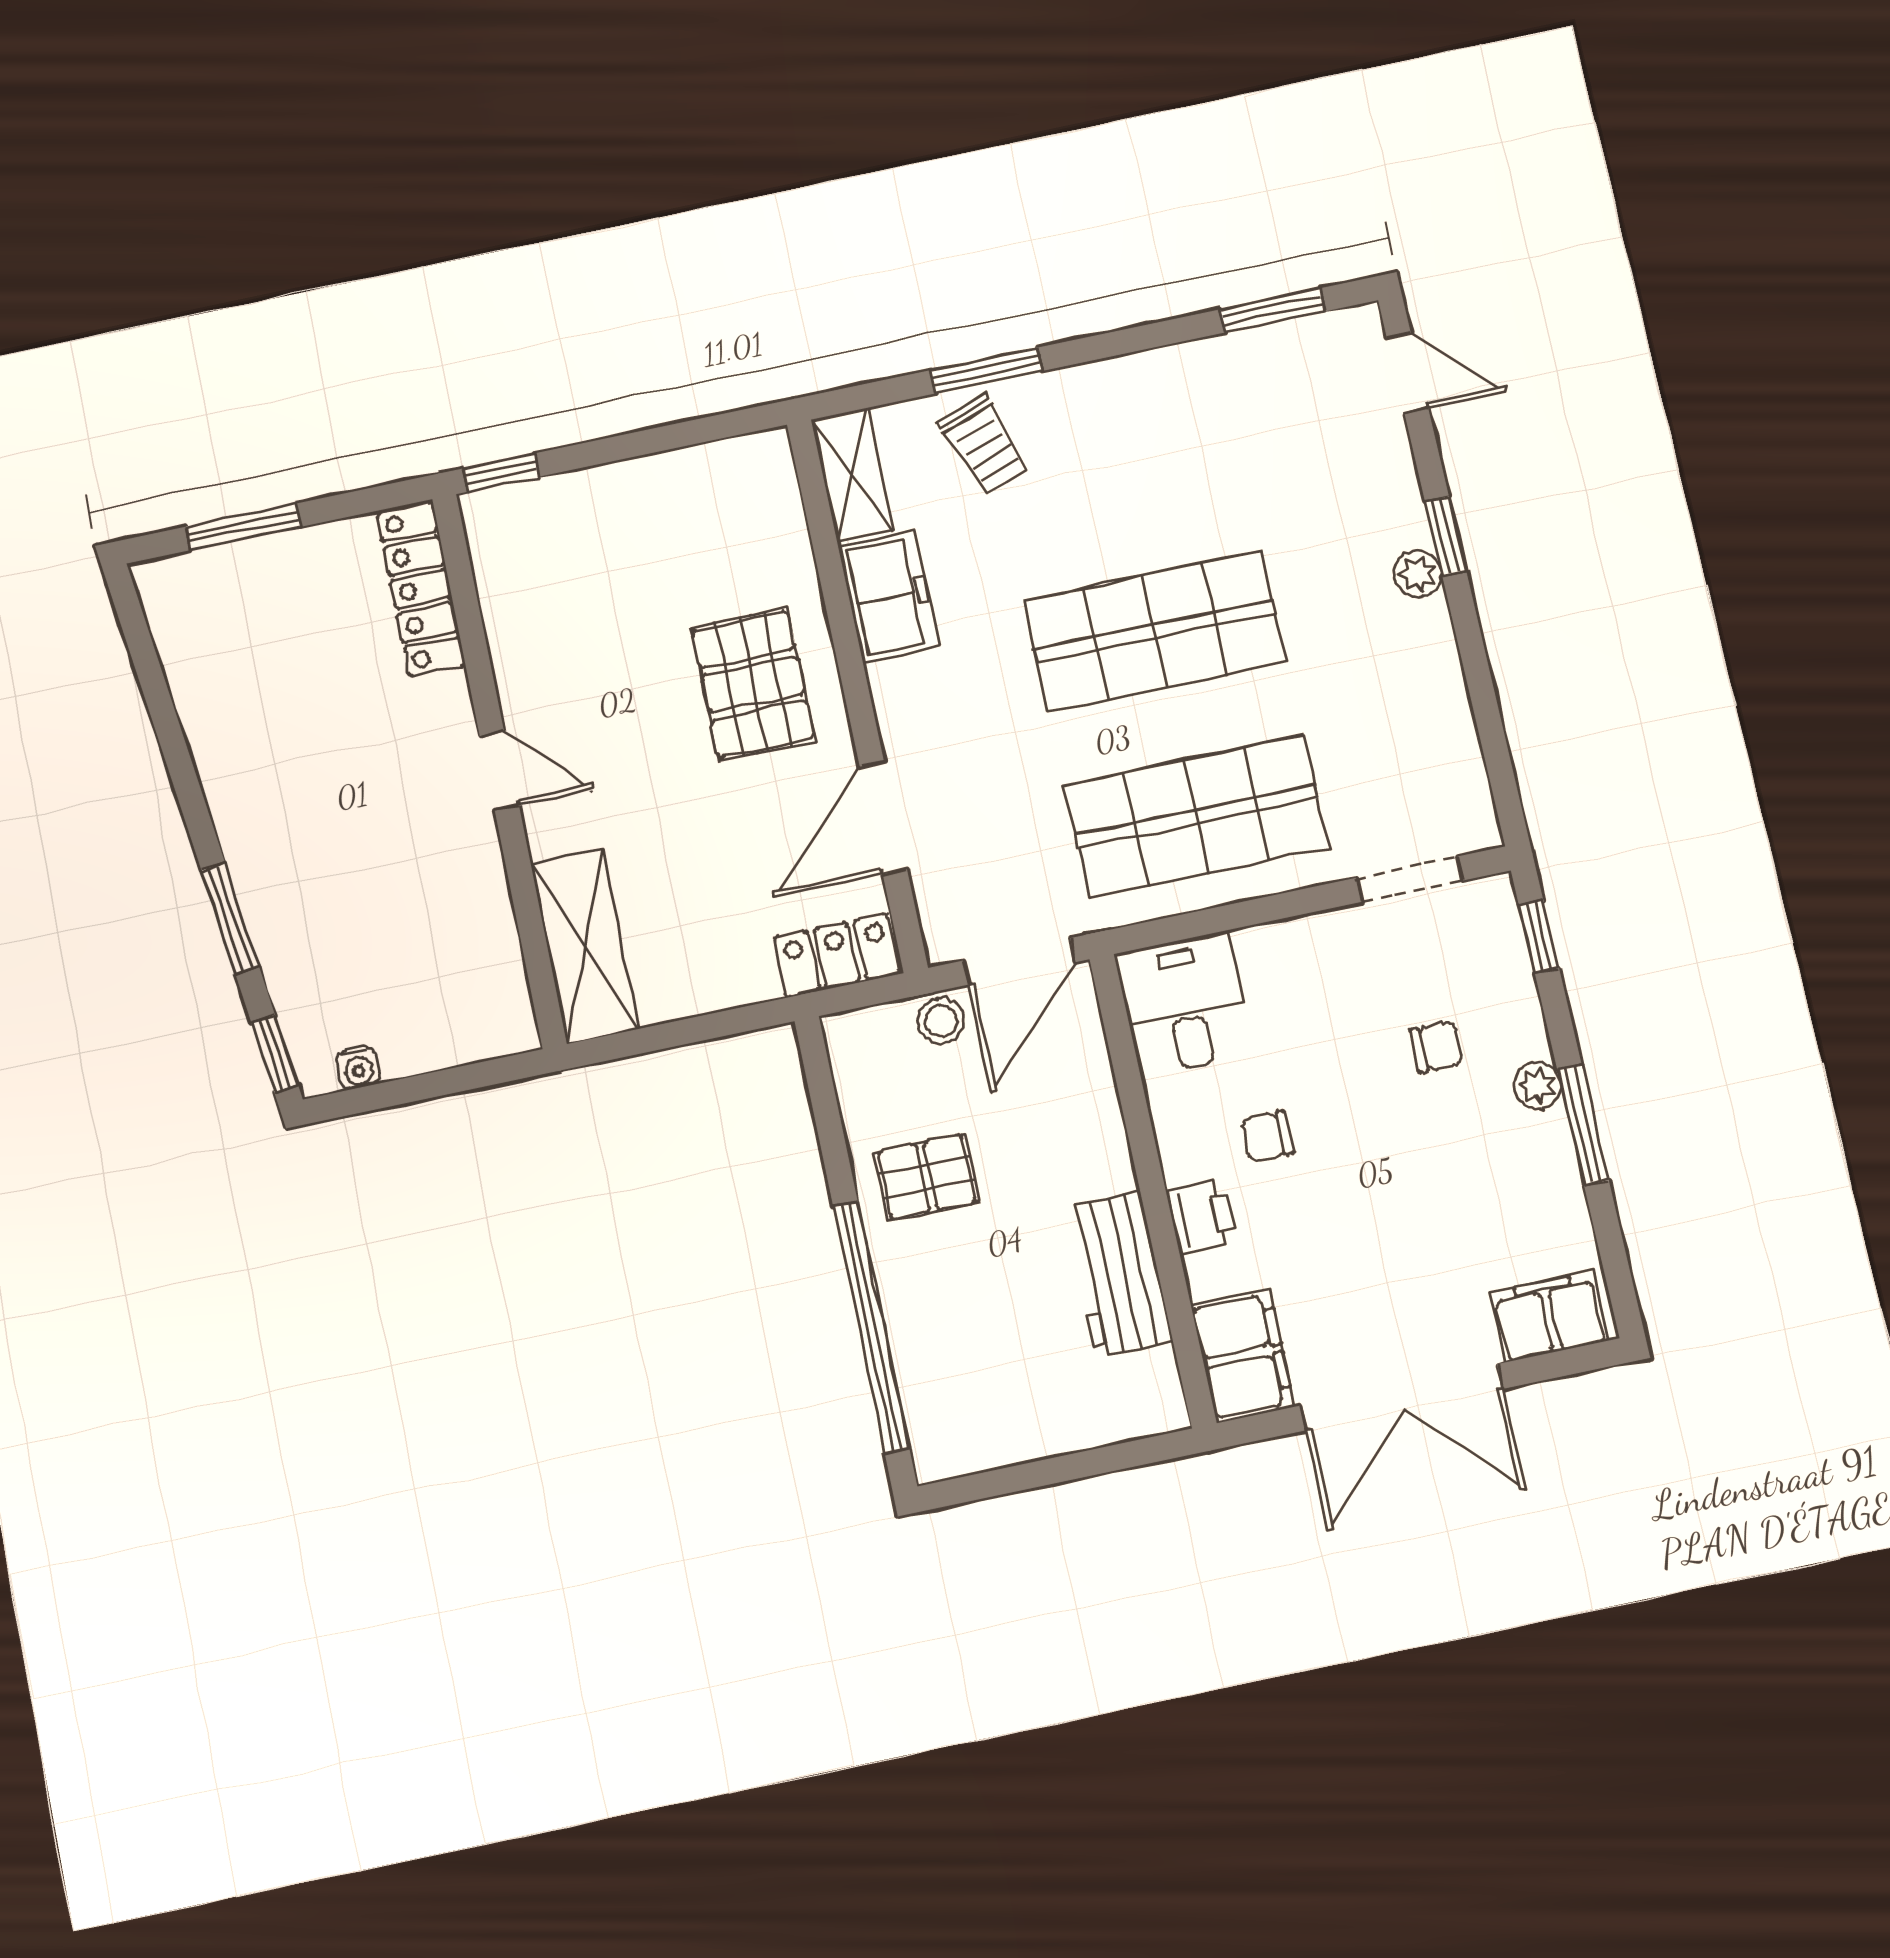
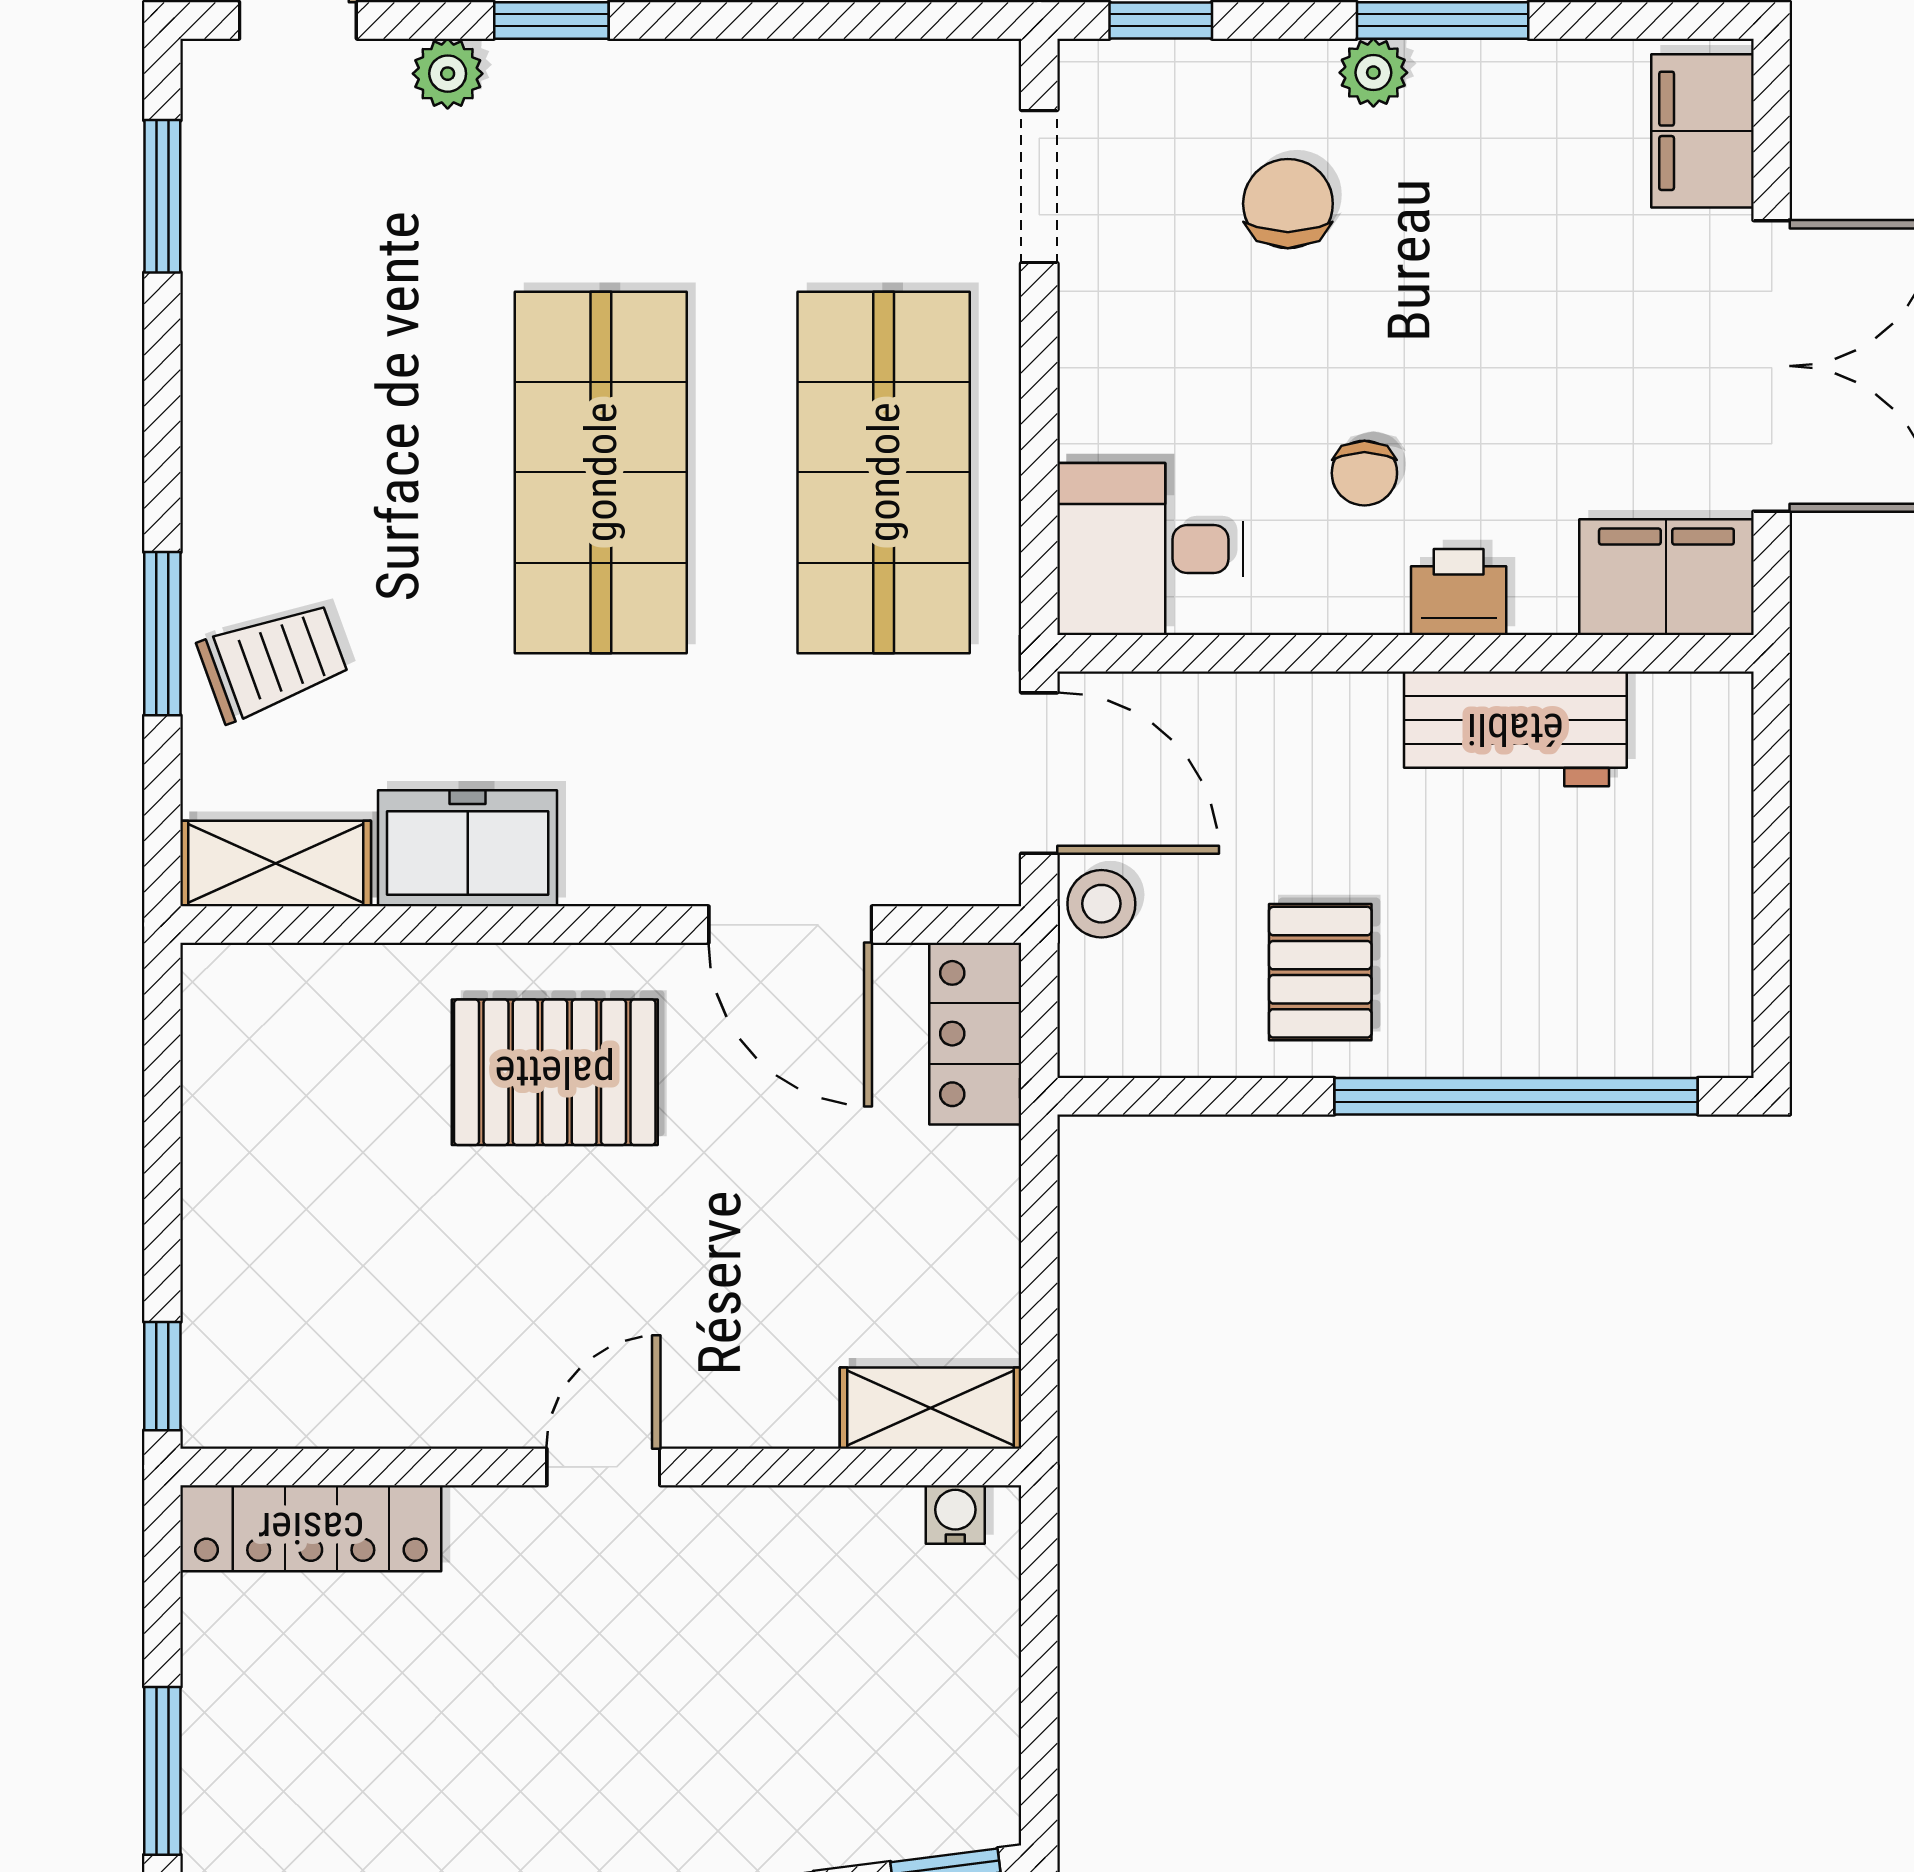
plant: (1418, 574) -> (448, 74), moved
shelving: (585, 946) -> (931, 1408), width x0.67, depth x0.75
chair: (1436, 1047) -> (1288, 204), width x1.37, depth x1.37
water cooler: (358, 1068) -> (955, 1514), moved, turned -90

